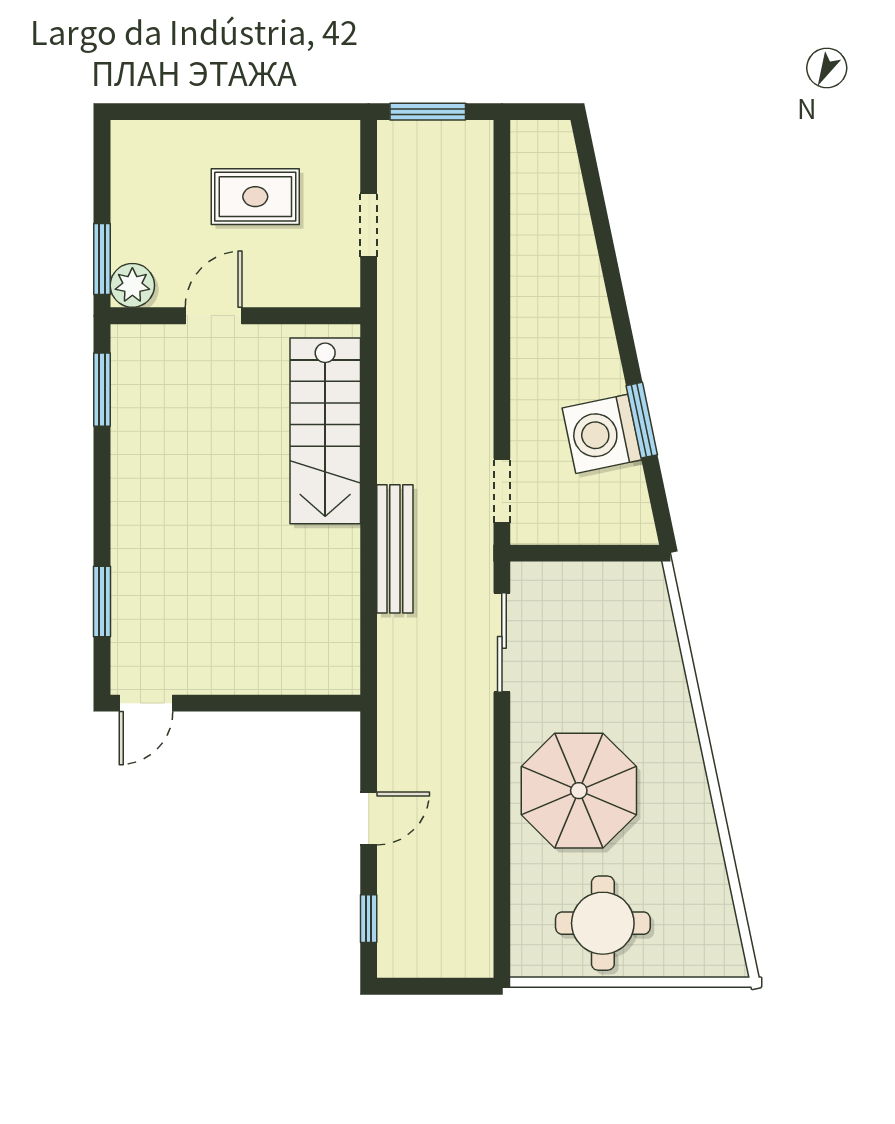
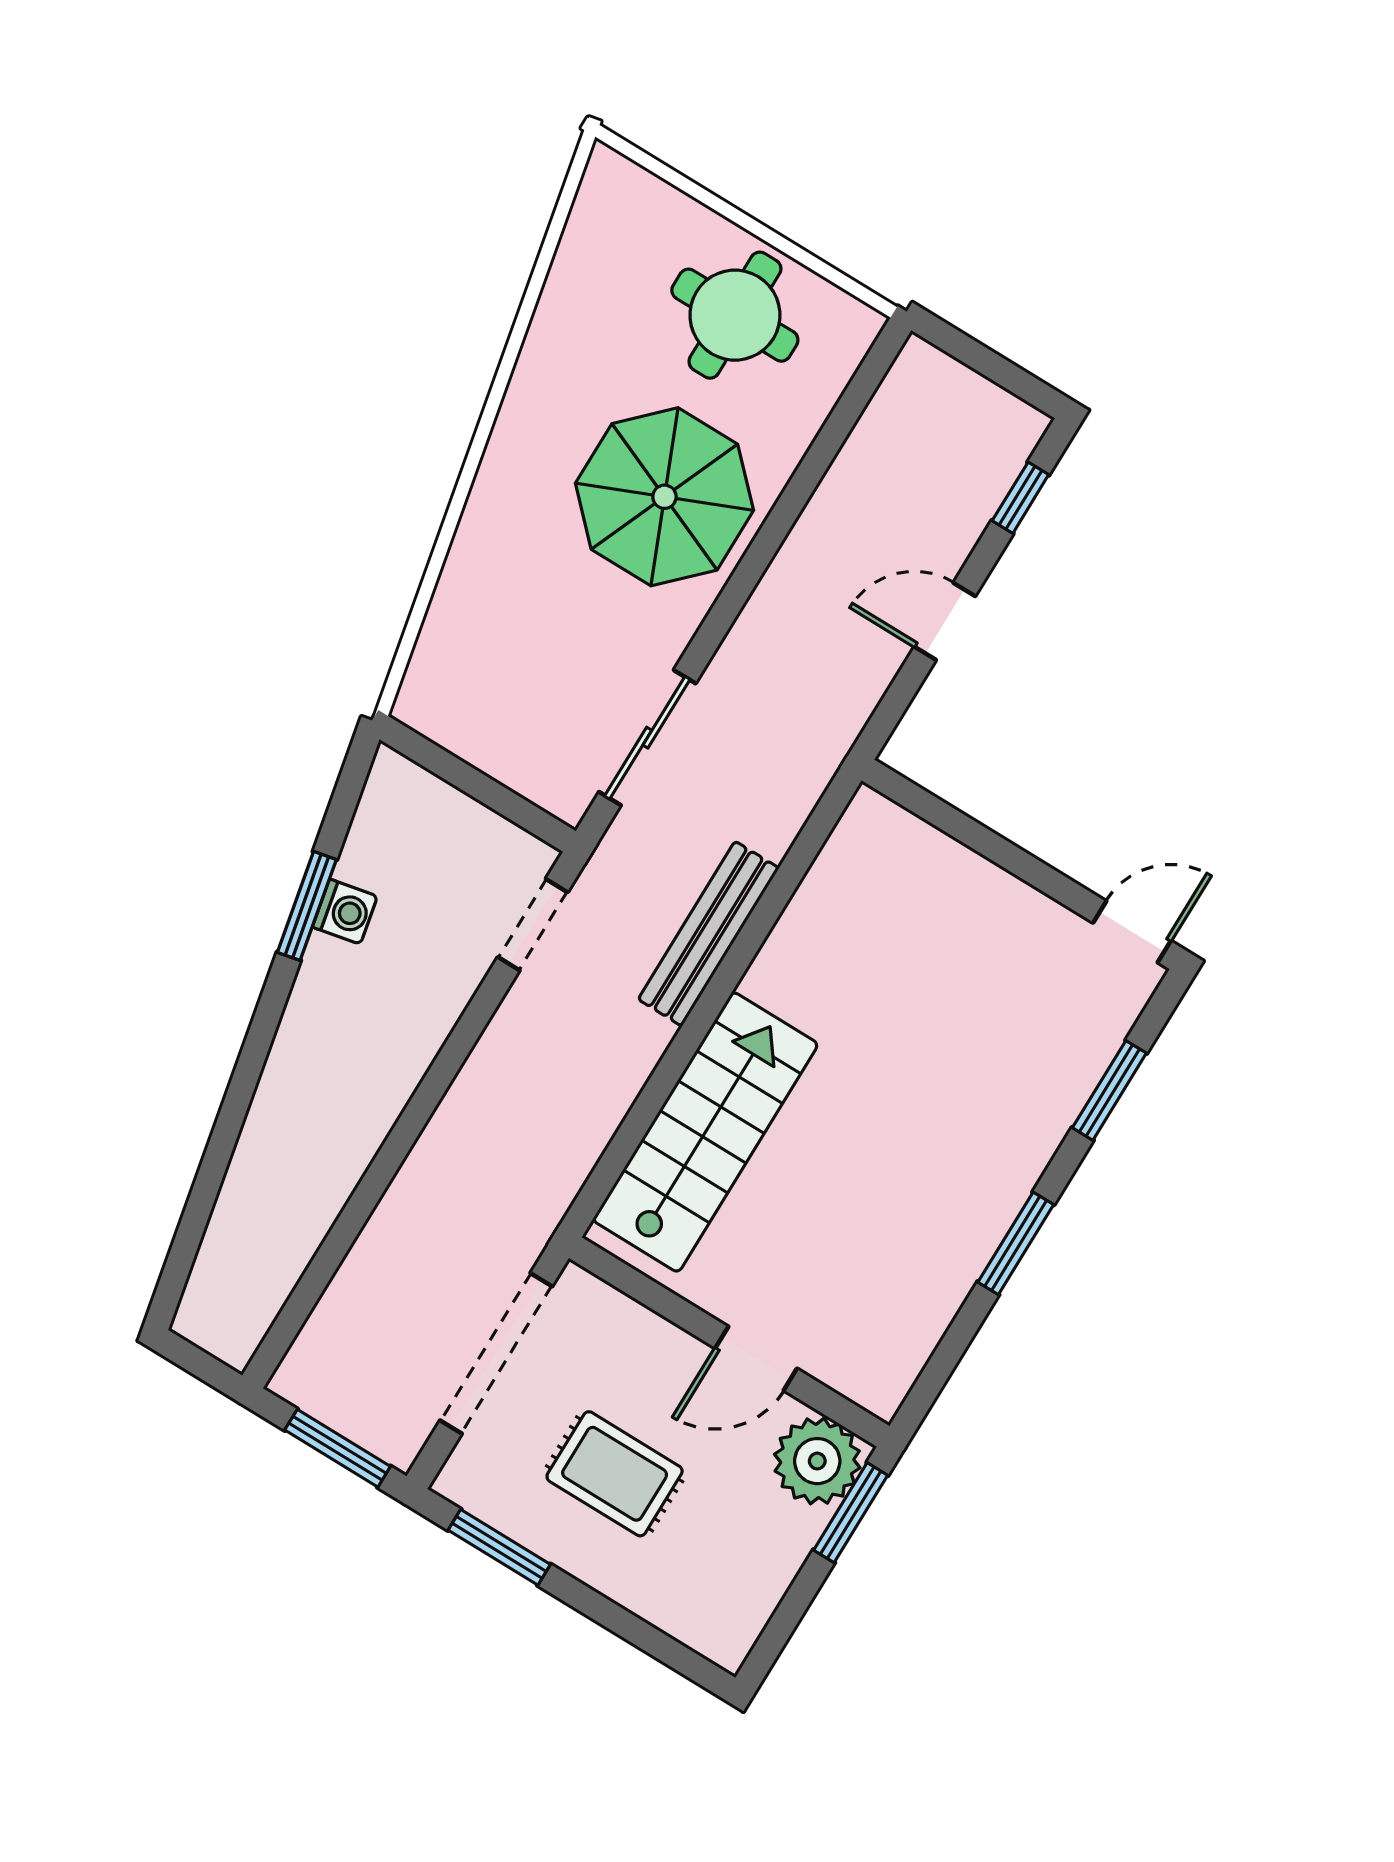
window: (297, 112) -> (499, 1547), added
doorway: (369, 225) -> (496, 1353), width x1.87
plant: (132, 285) -> (817, 1461), width x1.36, depth x1.36
window: (102, 390) -> (1016, 1243), moved
washing machine: (602, 434) -> (345, 912), width x0.53, depth x0.53

